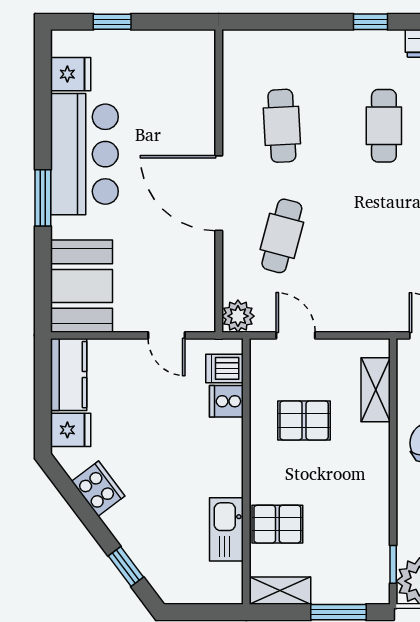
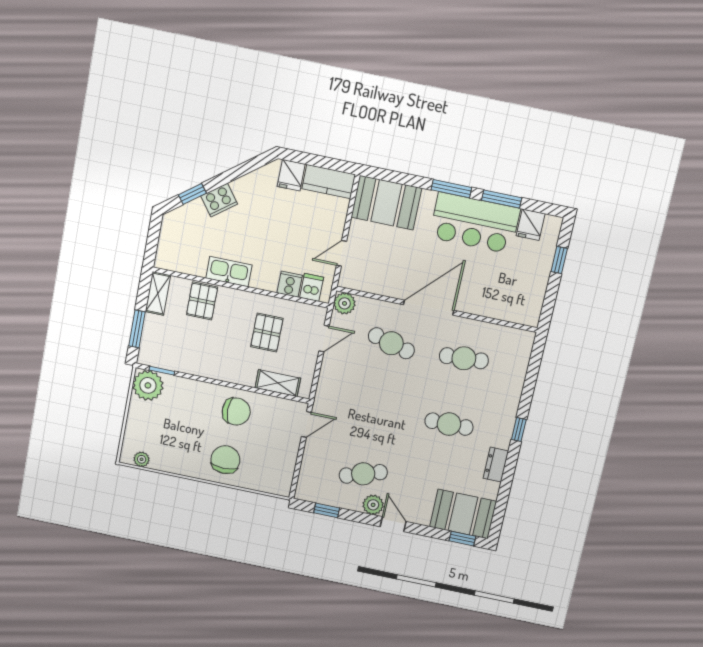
window: (43, 123) -> (502, 199), added
cooker: (98, 489) -> (219, 200), moved
kitchen sink: (226, 529) -> (229, 272), moved

